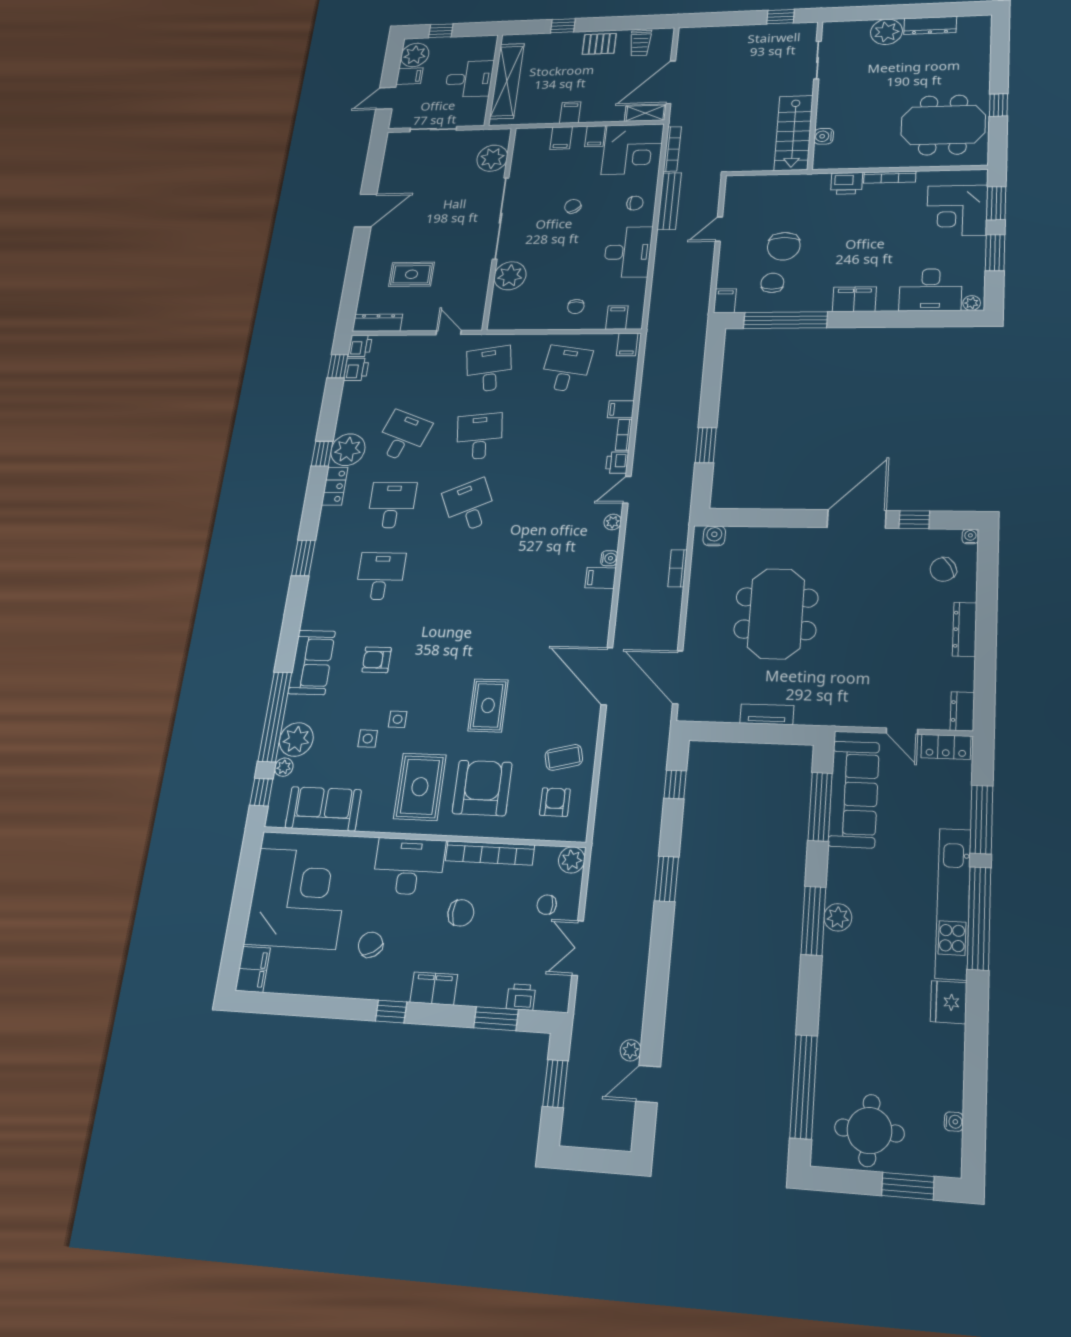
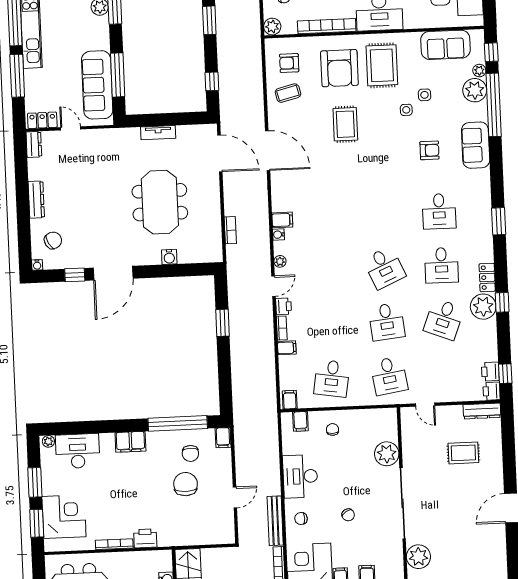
water cooler: (714, 536) -> (169, 257), moved
armchair: (555, 802) -> (289, 63), turned 90

